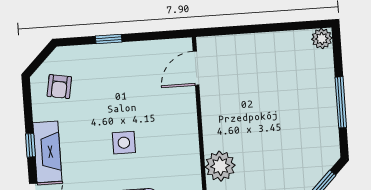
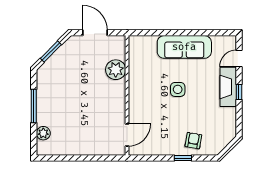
plant: (322, 39) -> (43, 133), moved
armchair: (59, 87) -> (193, 141), moved

